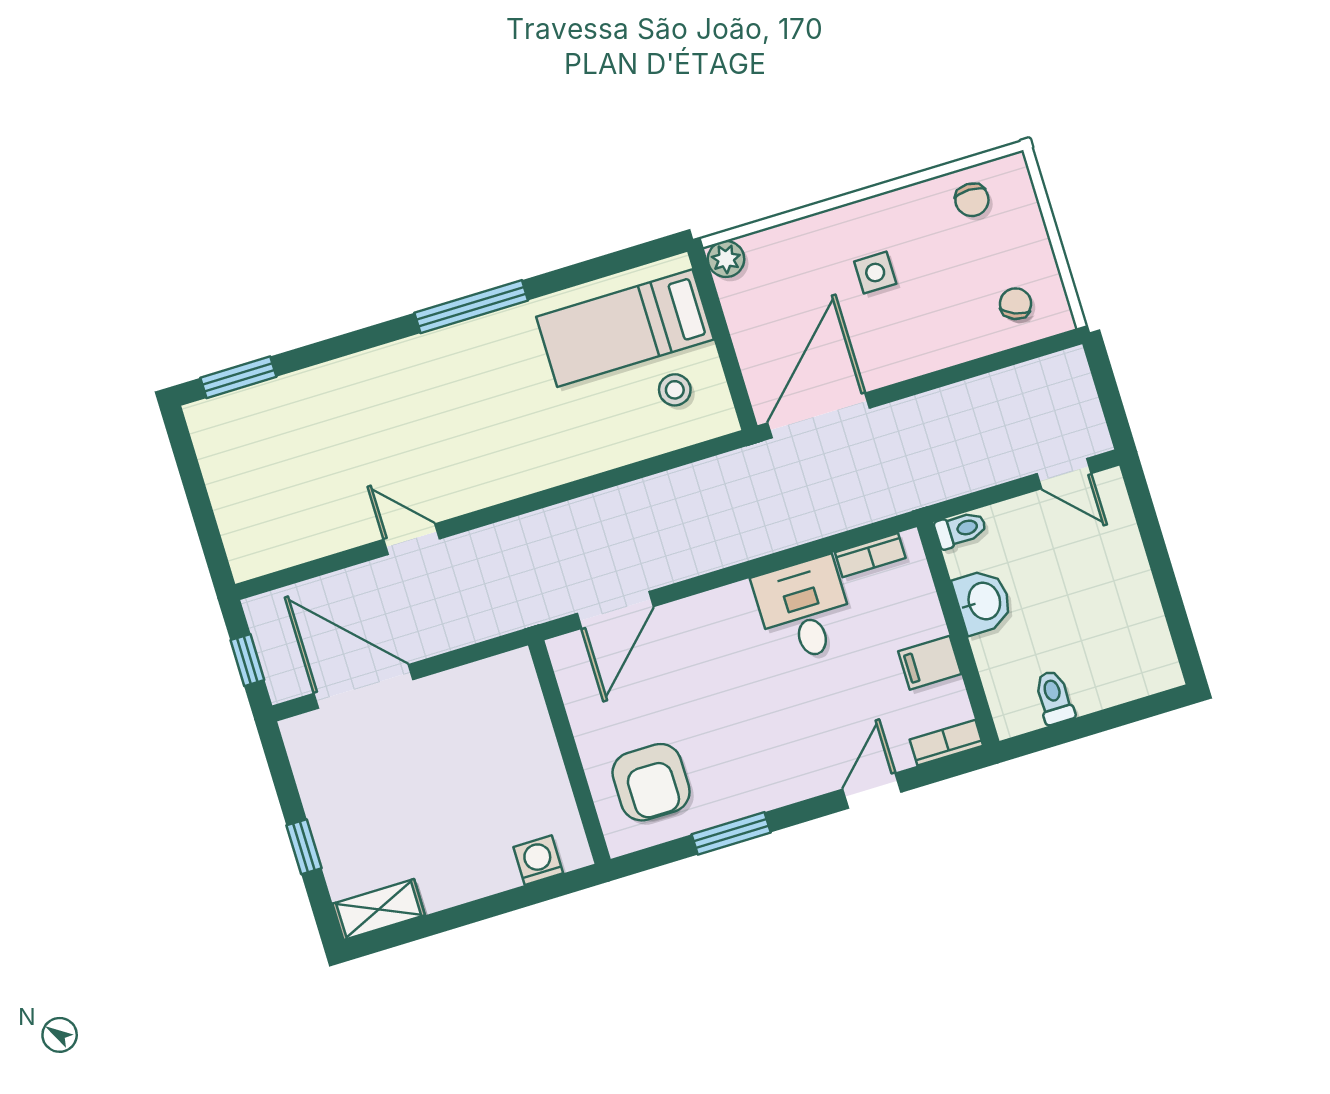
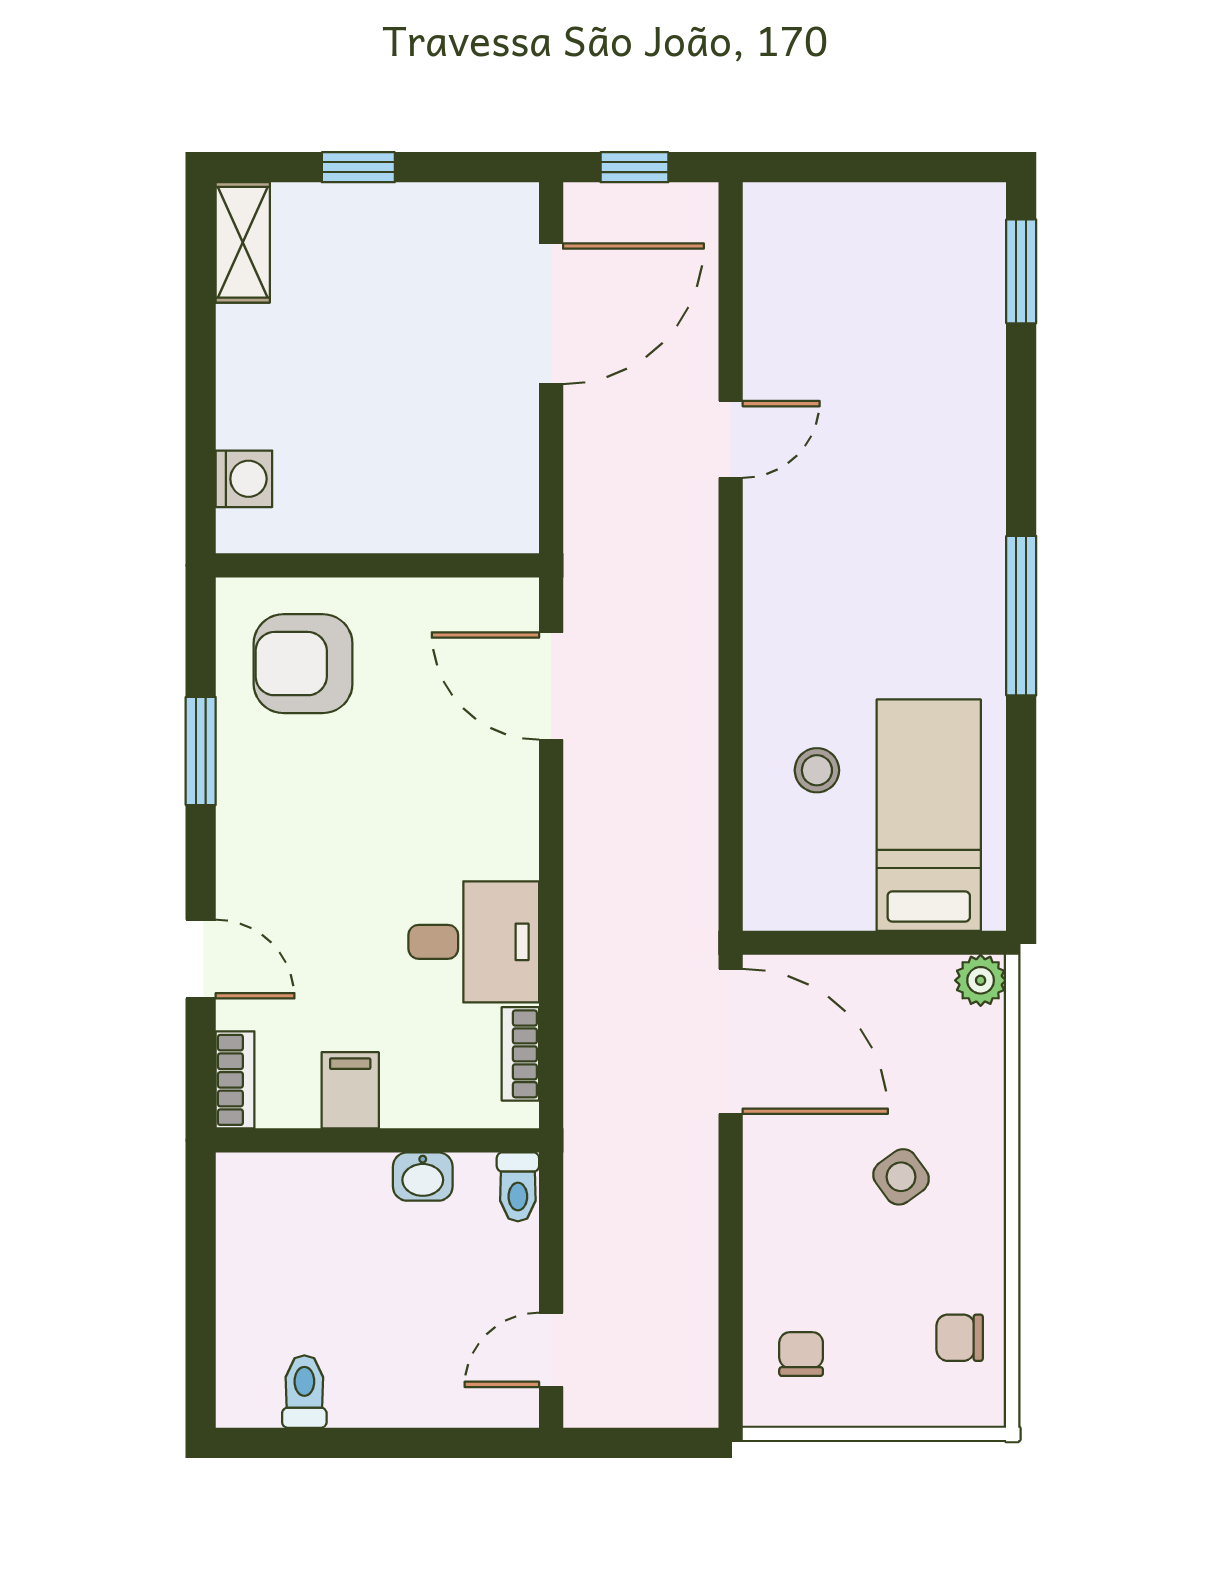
side table: (875, 273) -> (901, 1177), turned -36
chair: (1016, 304) -> (801, 1354), turned -112
stool: (675, 390) -> (817, 770), moved
washbasin: (983, 601) -> (423, 1177), width x0.72, depth x0.69
toilet: (1054, 697) -> (304, 1392), moved, turned -90

